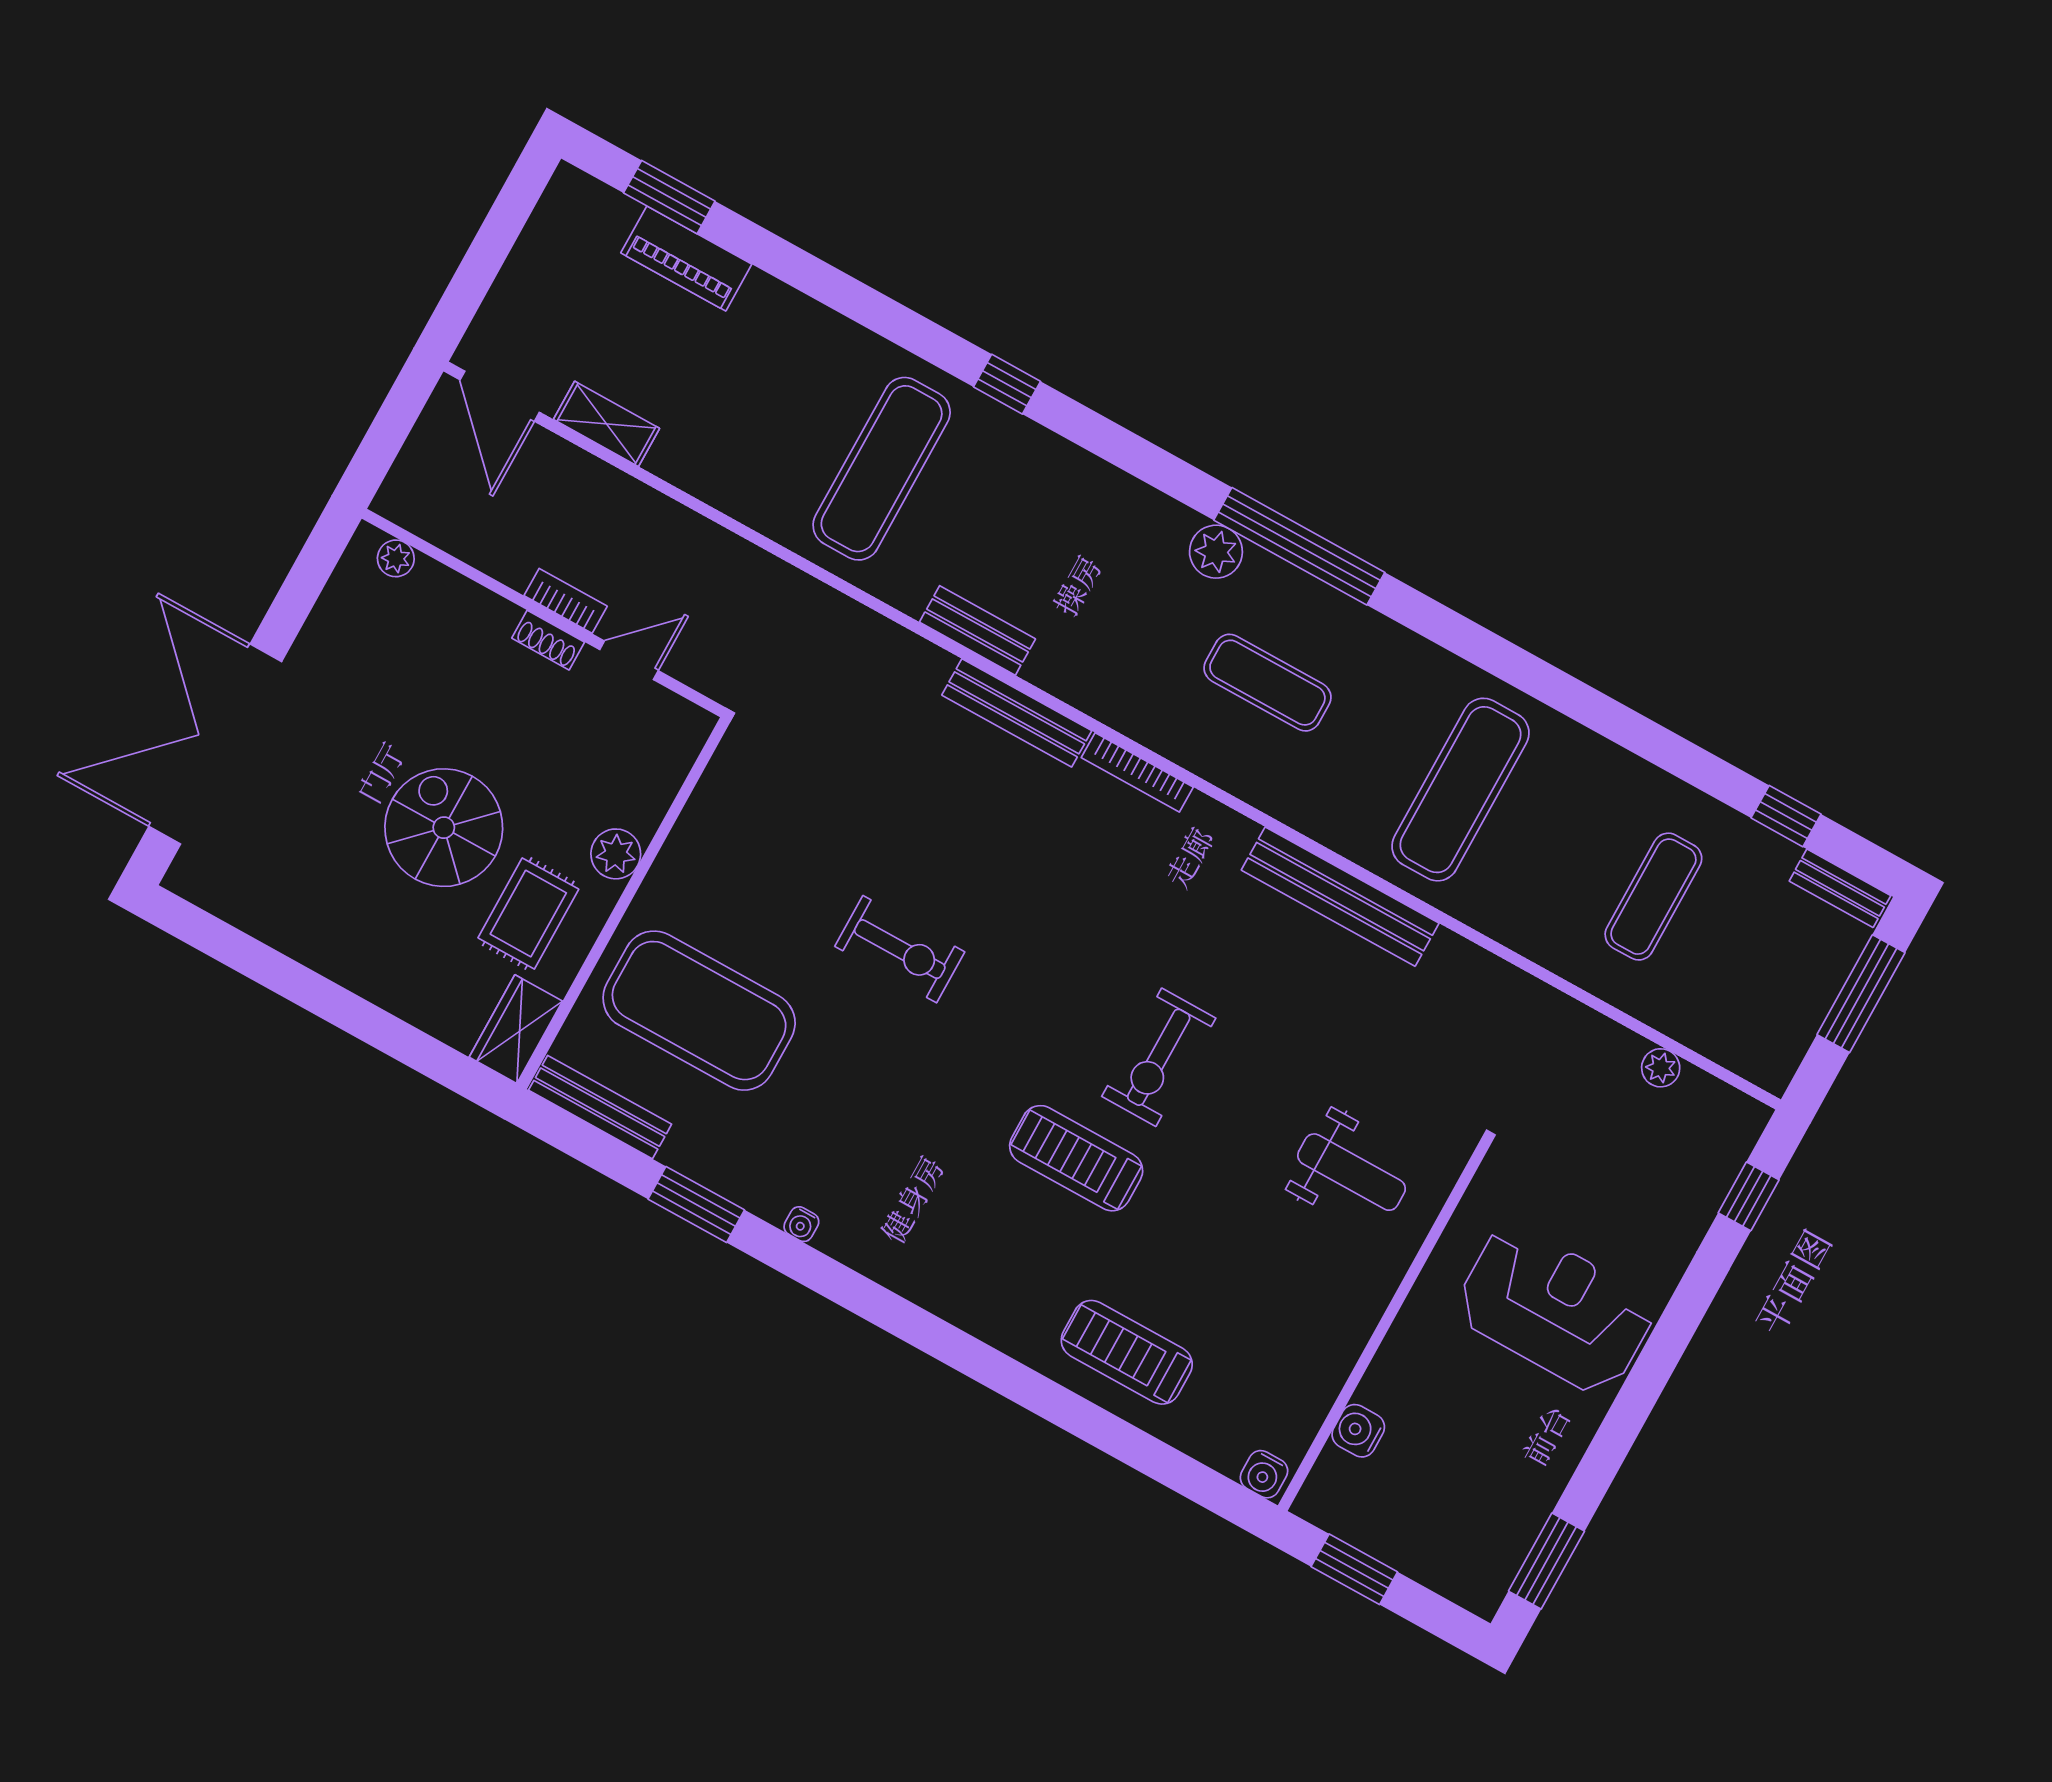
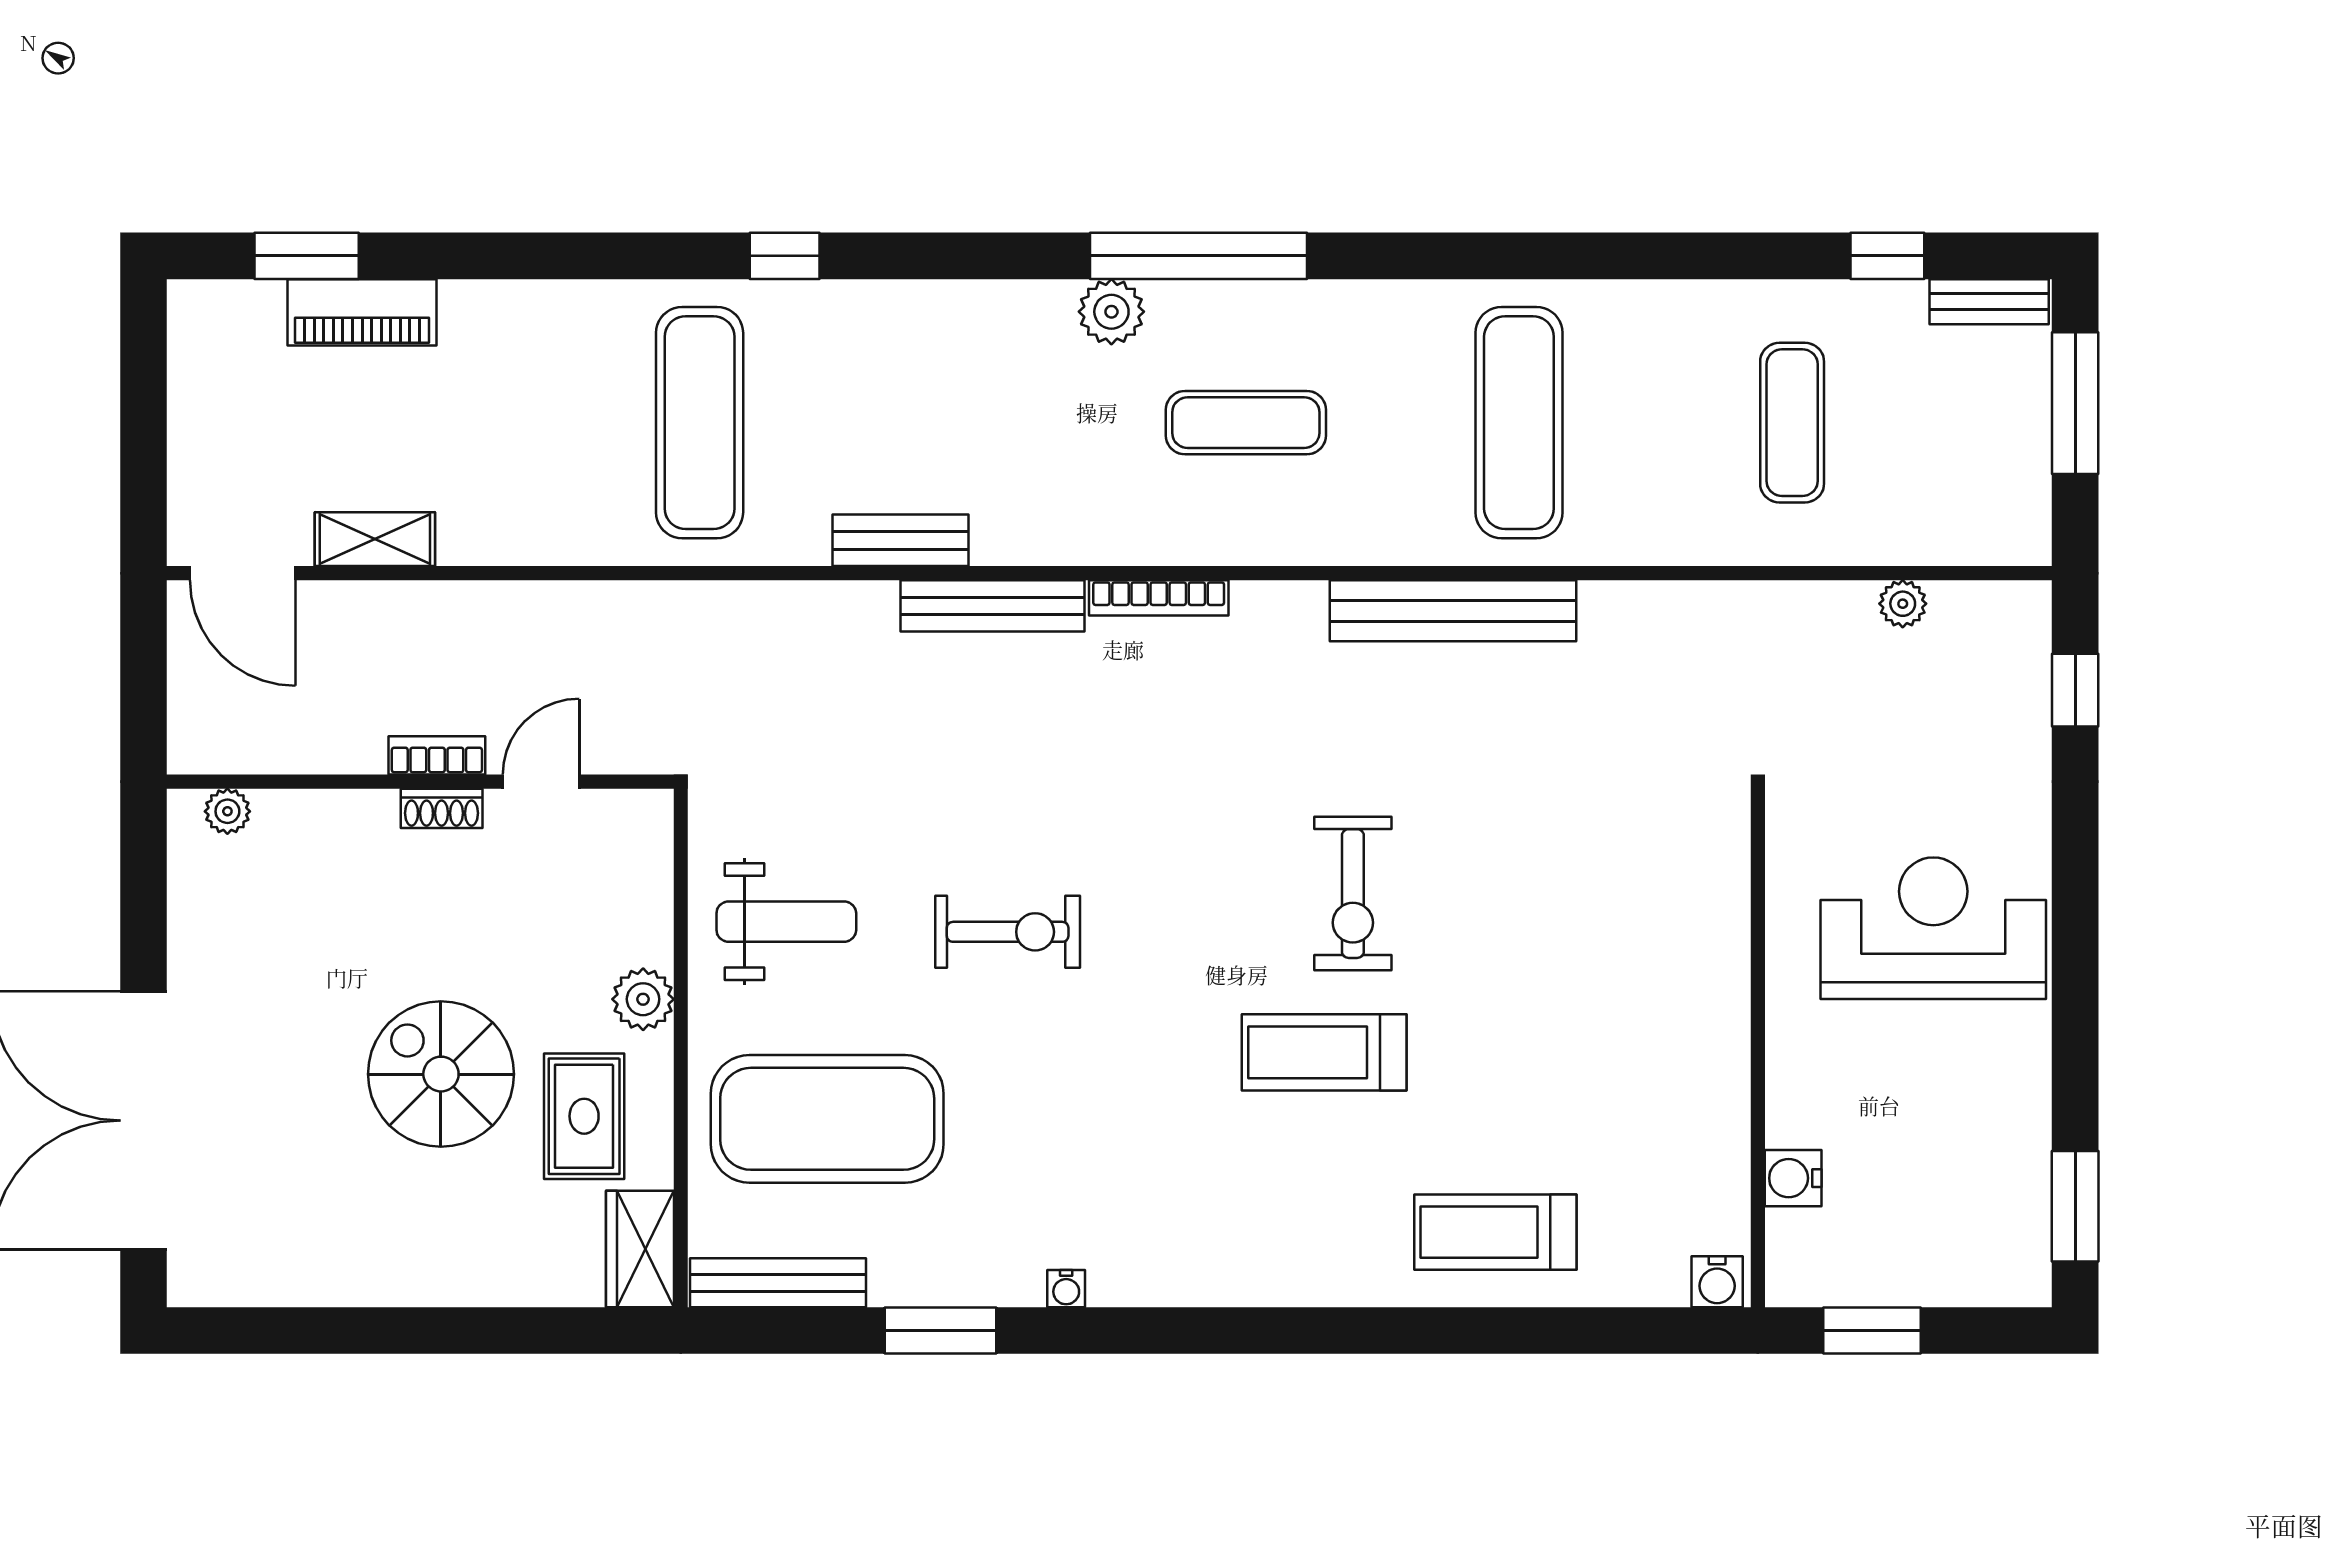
weight bench: (1352, 1172) -> (786, 922), moved

